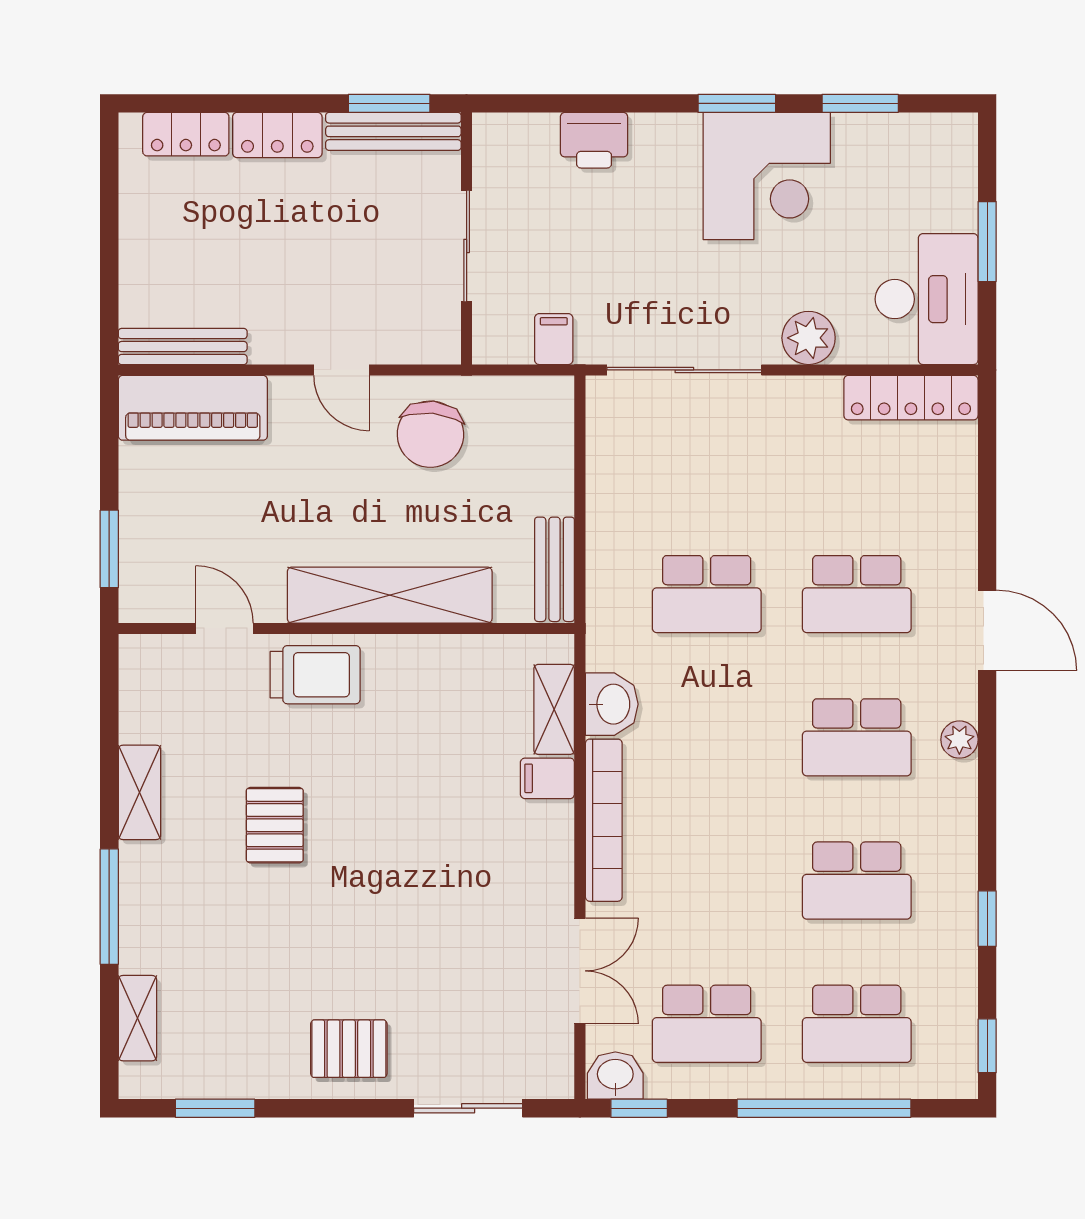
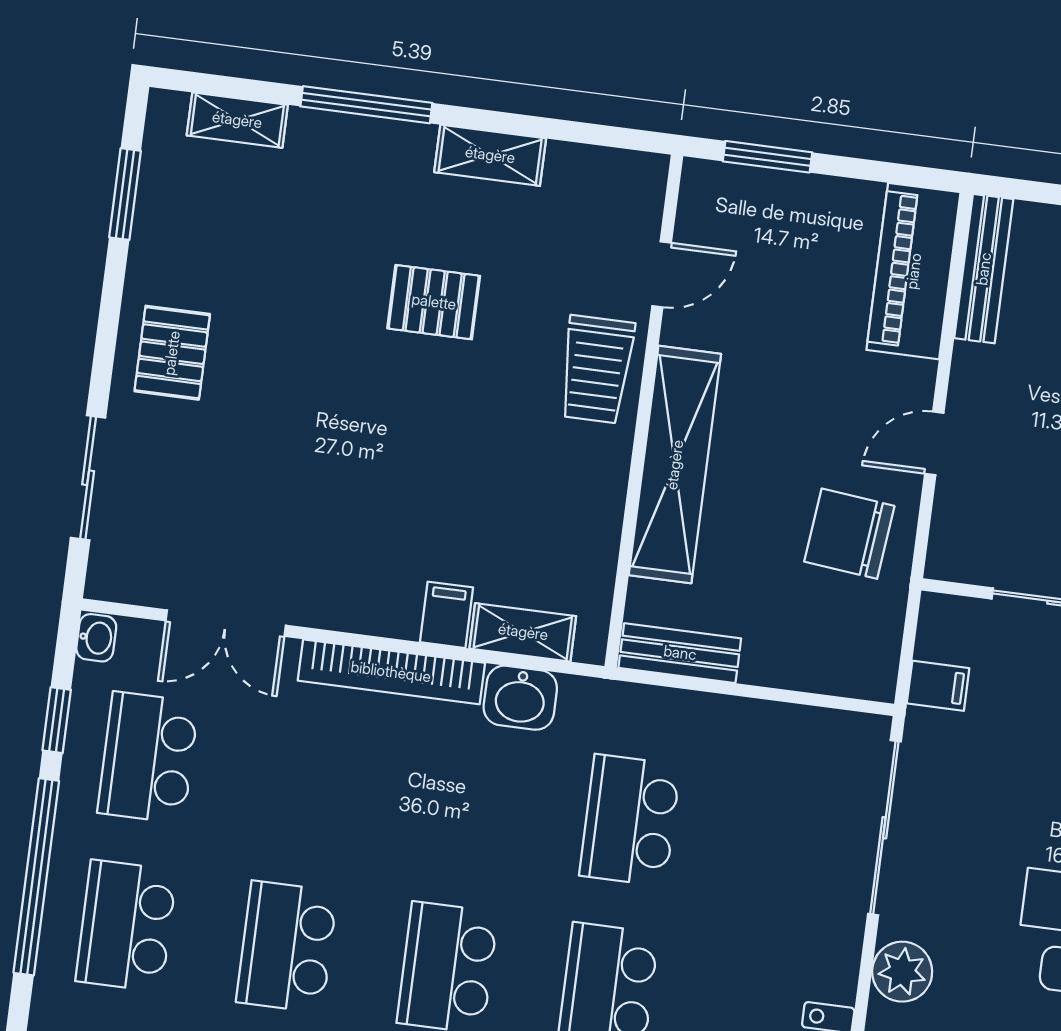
washbasin: (615, 1076) -> (96, 638), width x0.72, depth x0.69
window: (639, 1108) -> (57, 720), moved

